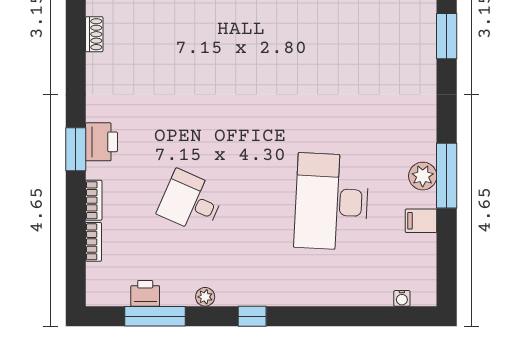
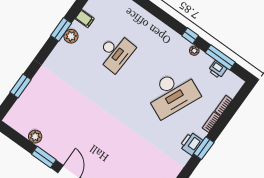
window: (447, 176) -> (61, 29), width x0.69
desk: (191, 202) -> (172, 93), width x1.87, depth x1.30
desk: (332, 202) -> (115, 52), width x0.73, depth x0.77
window: (252, 316) -> (190, 36), moved

